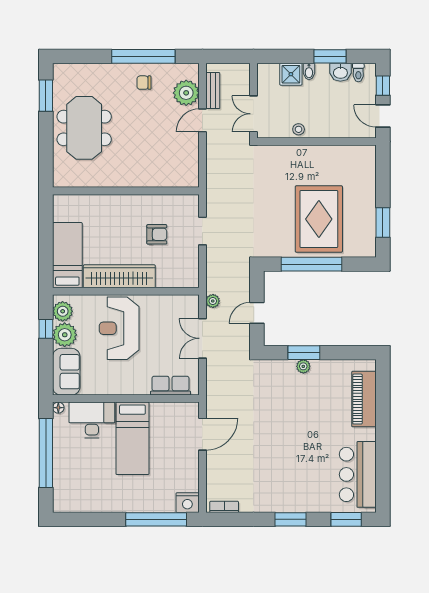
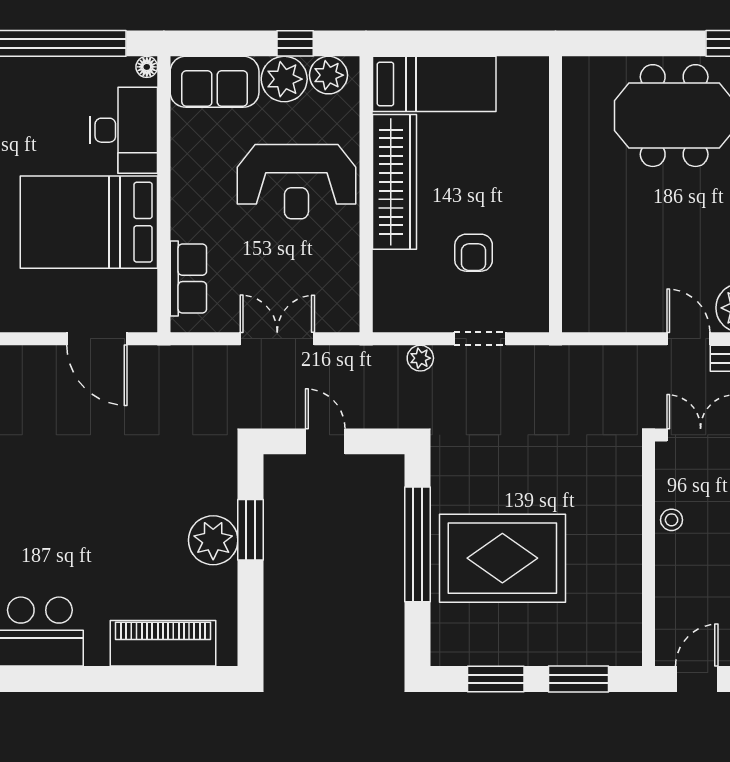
window: (383, 179) -> (578, 679), added
plant: (213, 301) -> (420, 358), moved
reception desk: (119, 328) -> (296, 182), turned 180
plant: (303, 366) -> (213, 540), width x1.87, depth x1.87
bed: (132, 438) -> (89, 222), width x1.50

